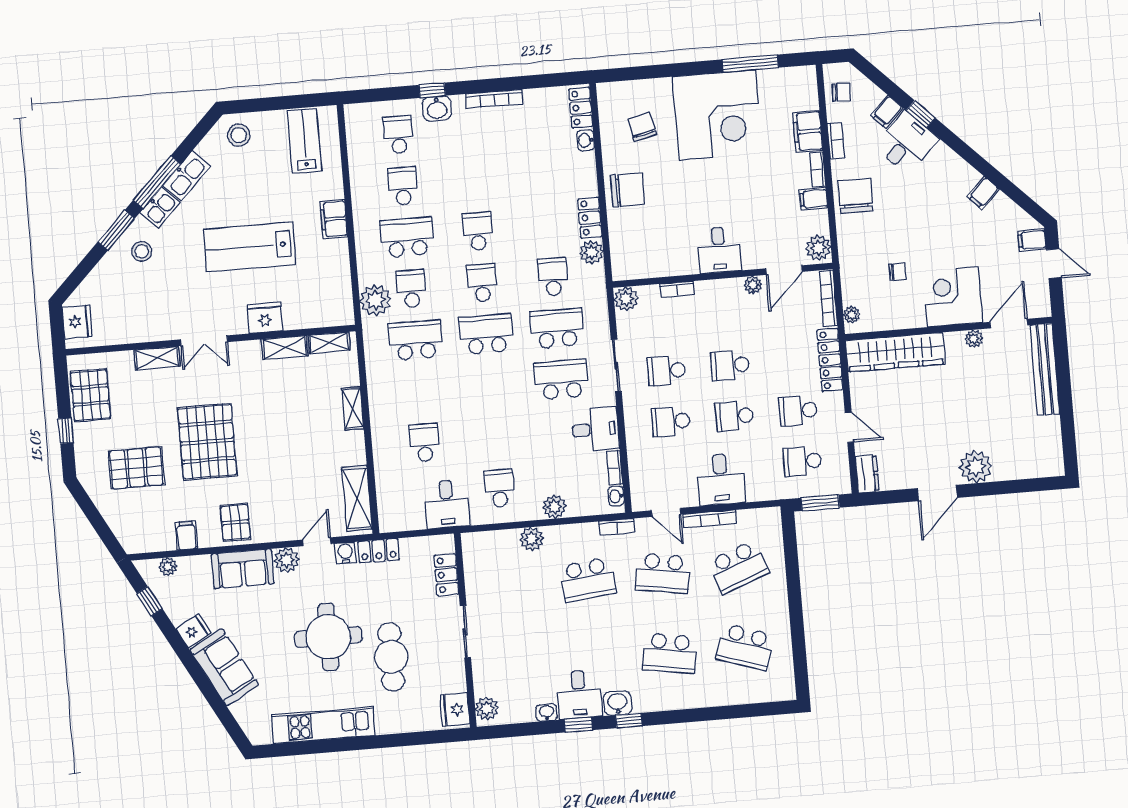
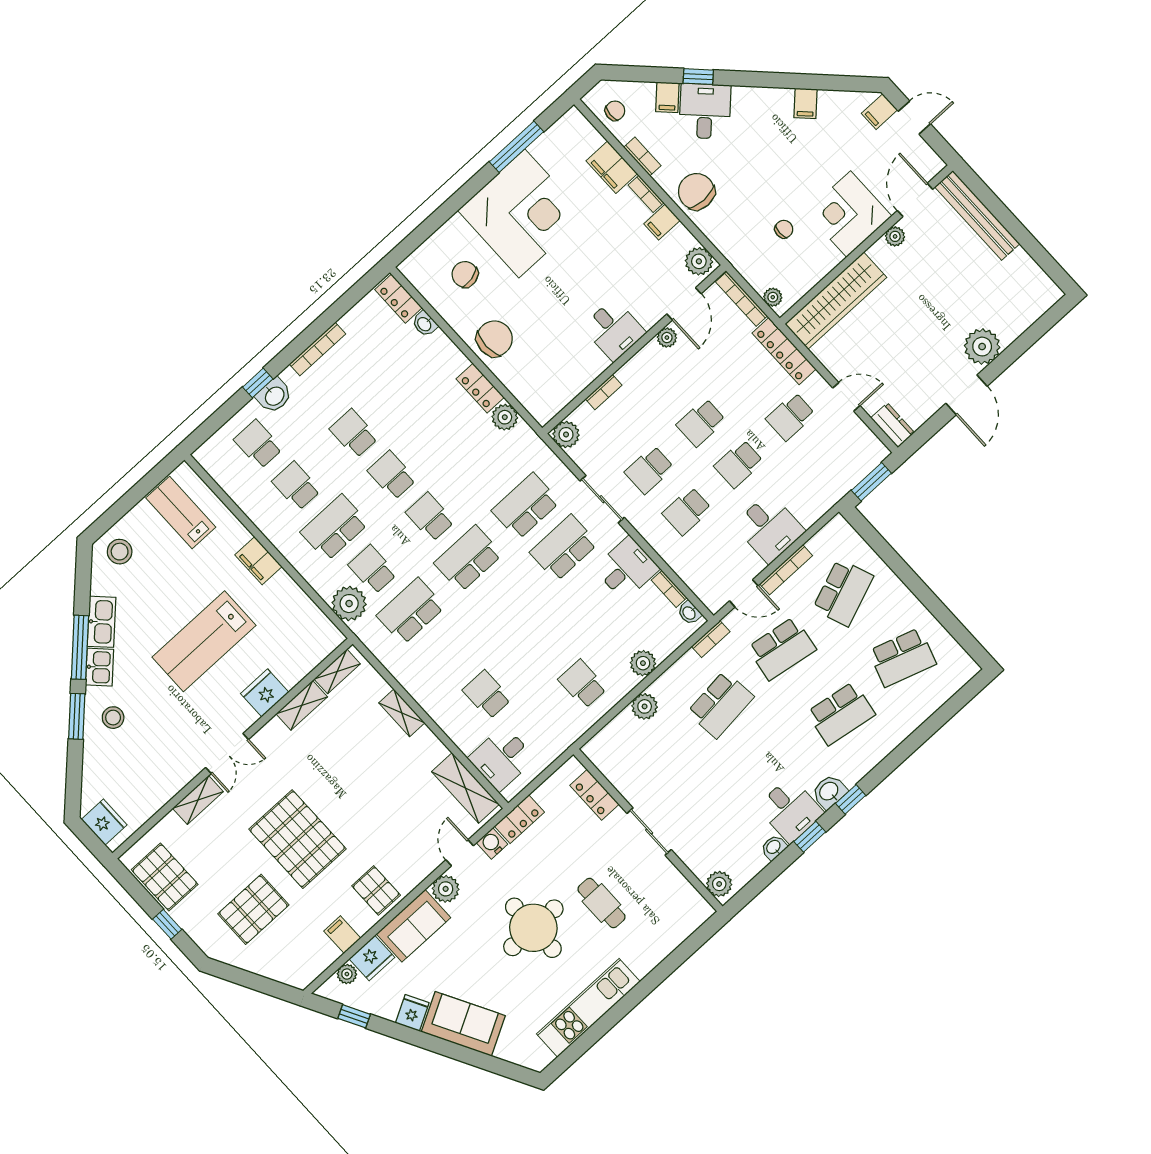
school desk: (553, 277) -> (354, 433), moved
school desk: (802, 461) -> (828, 458), removed
desk: (447, 504) -> (502, 758), moved, turned 90
cafe table: (391, 657) -> (601, 903), width x0.73, depth x0.74
fridge: (455, 710) -> (372, 958), moved, turned -90

